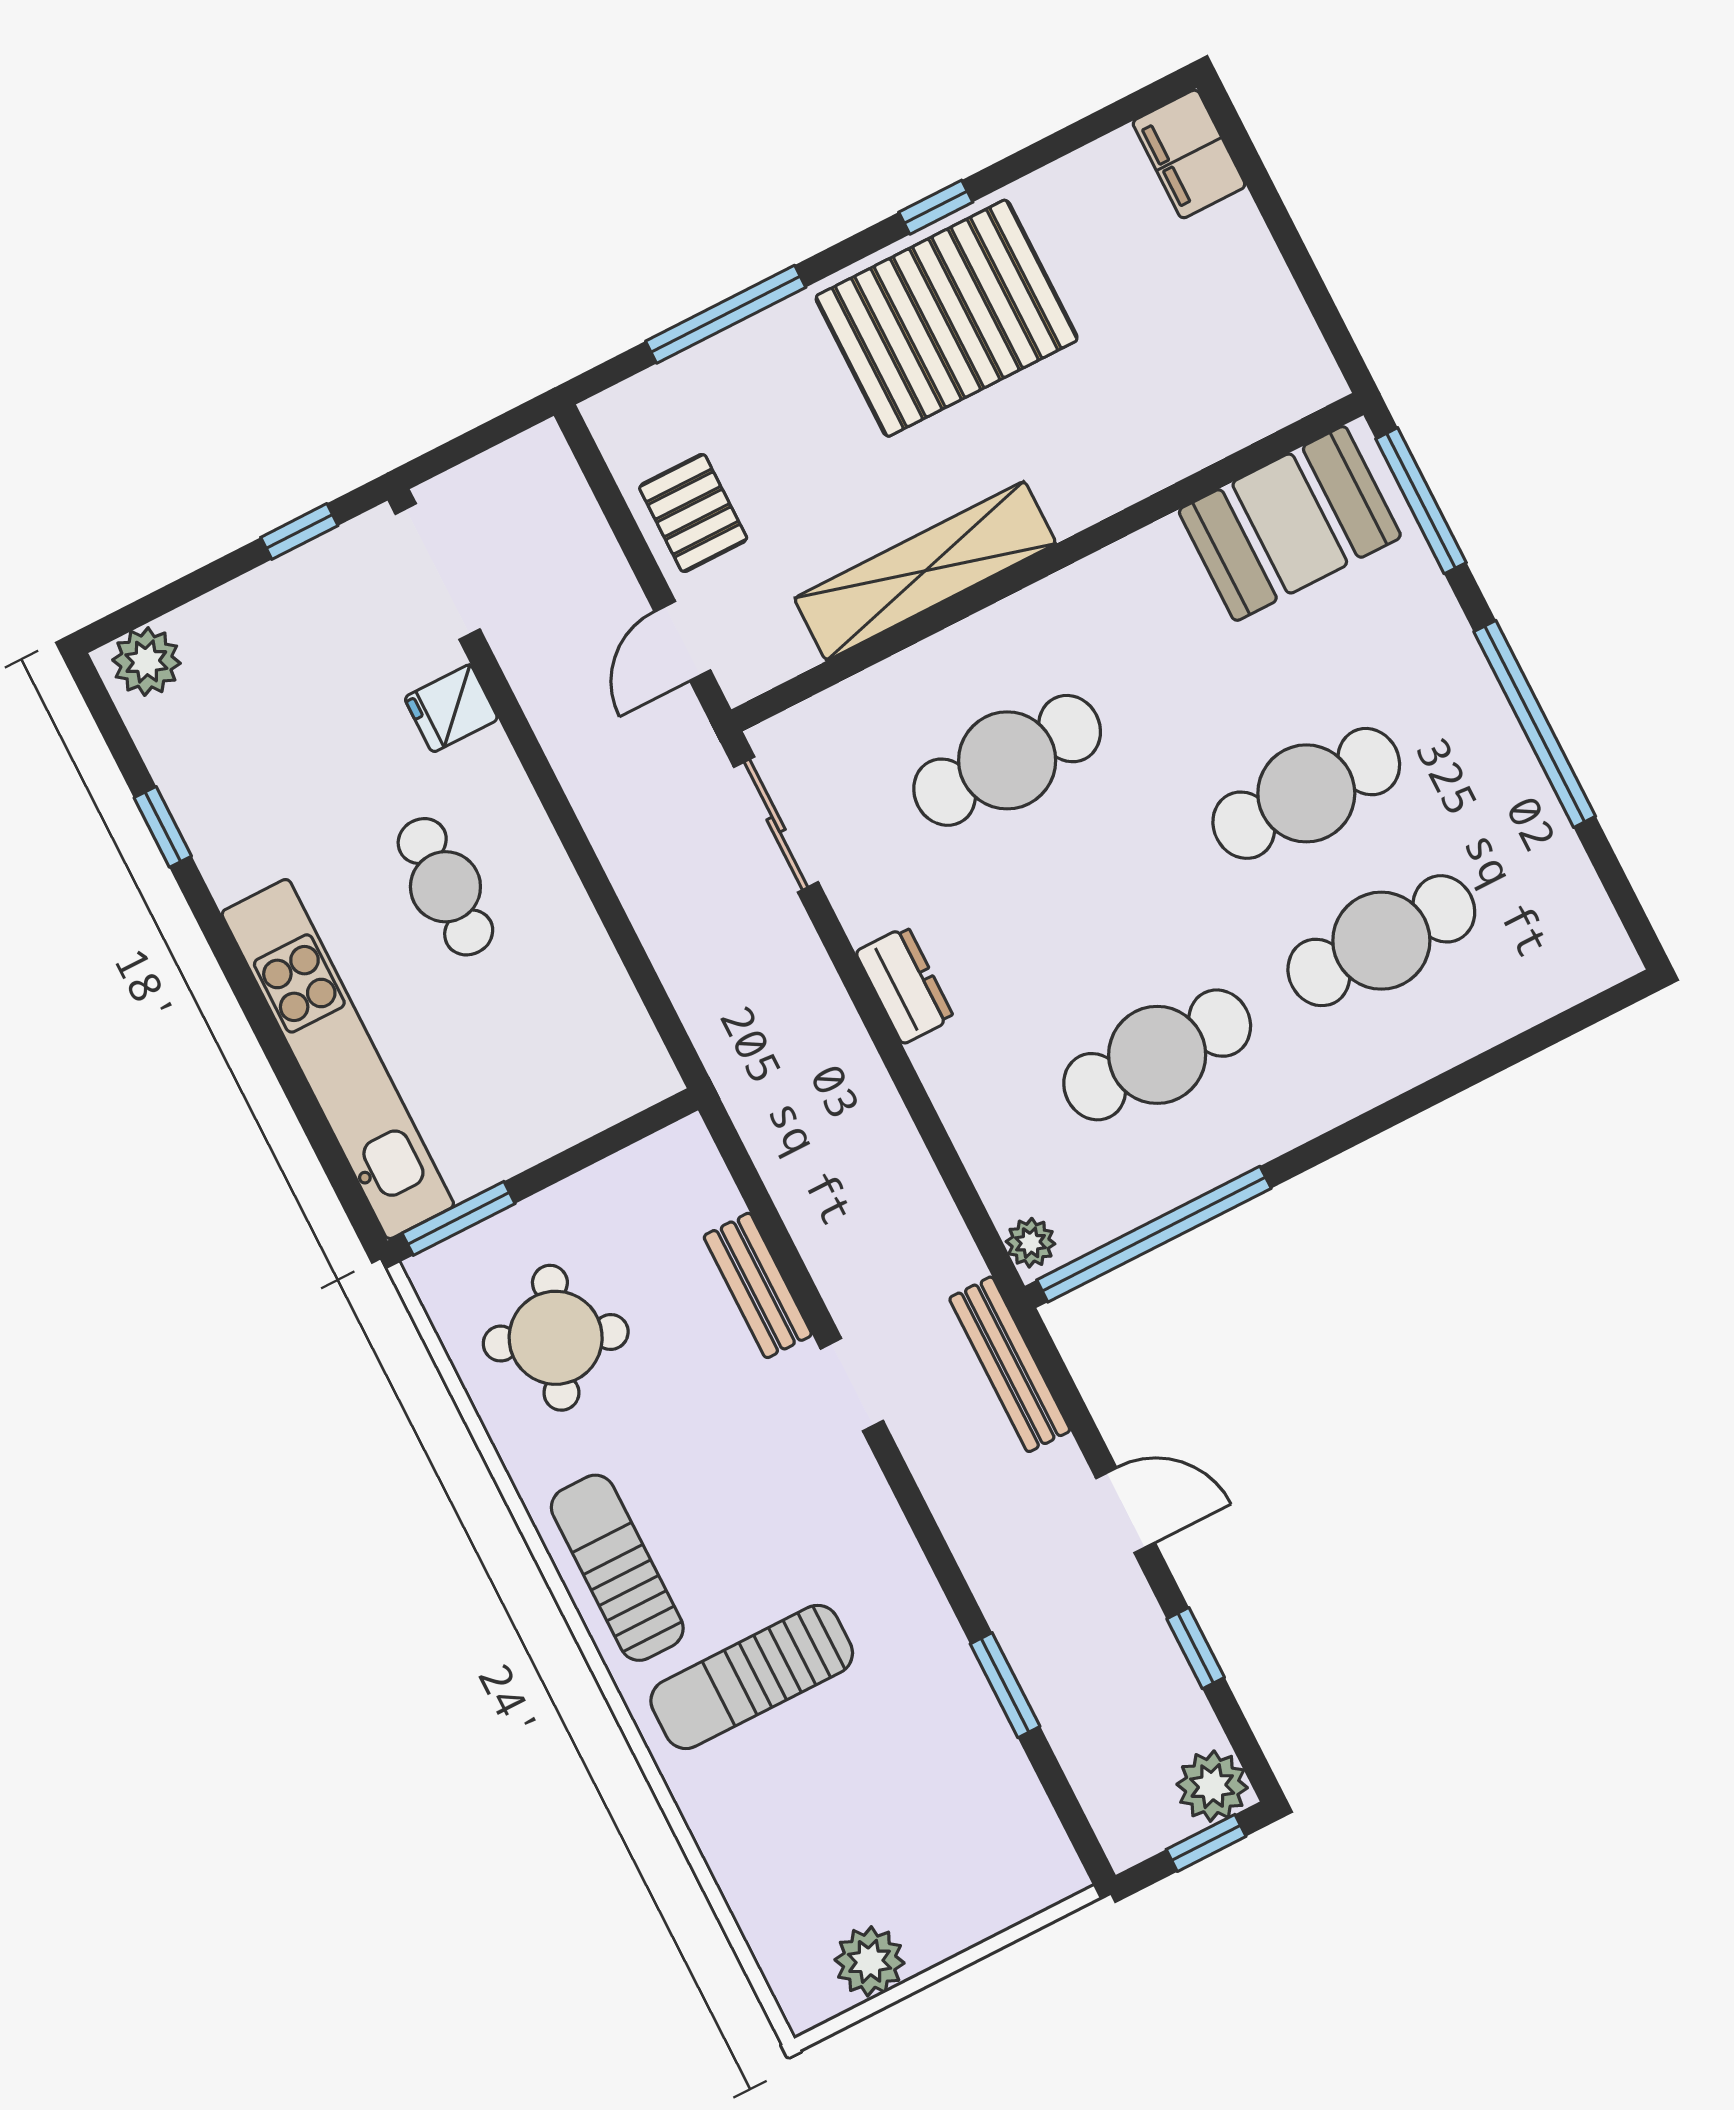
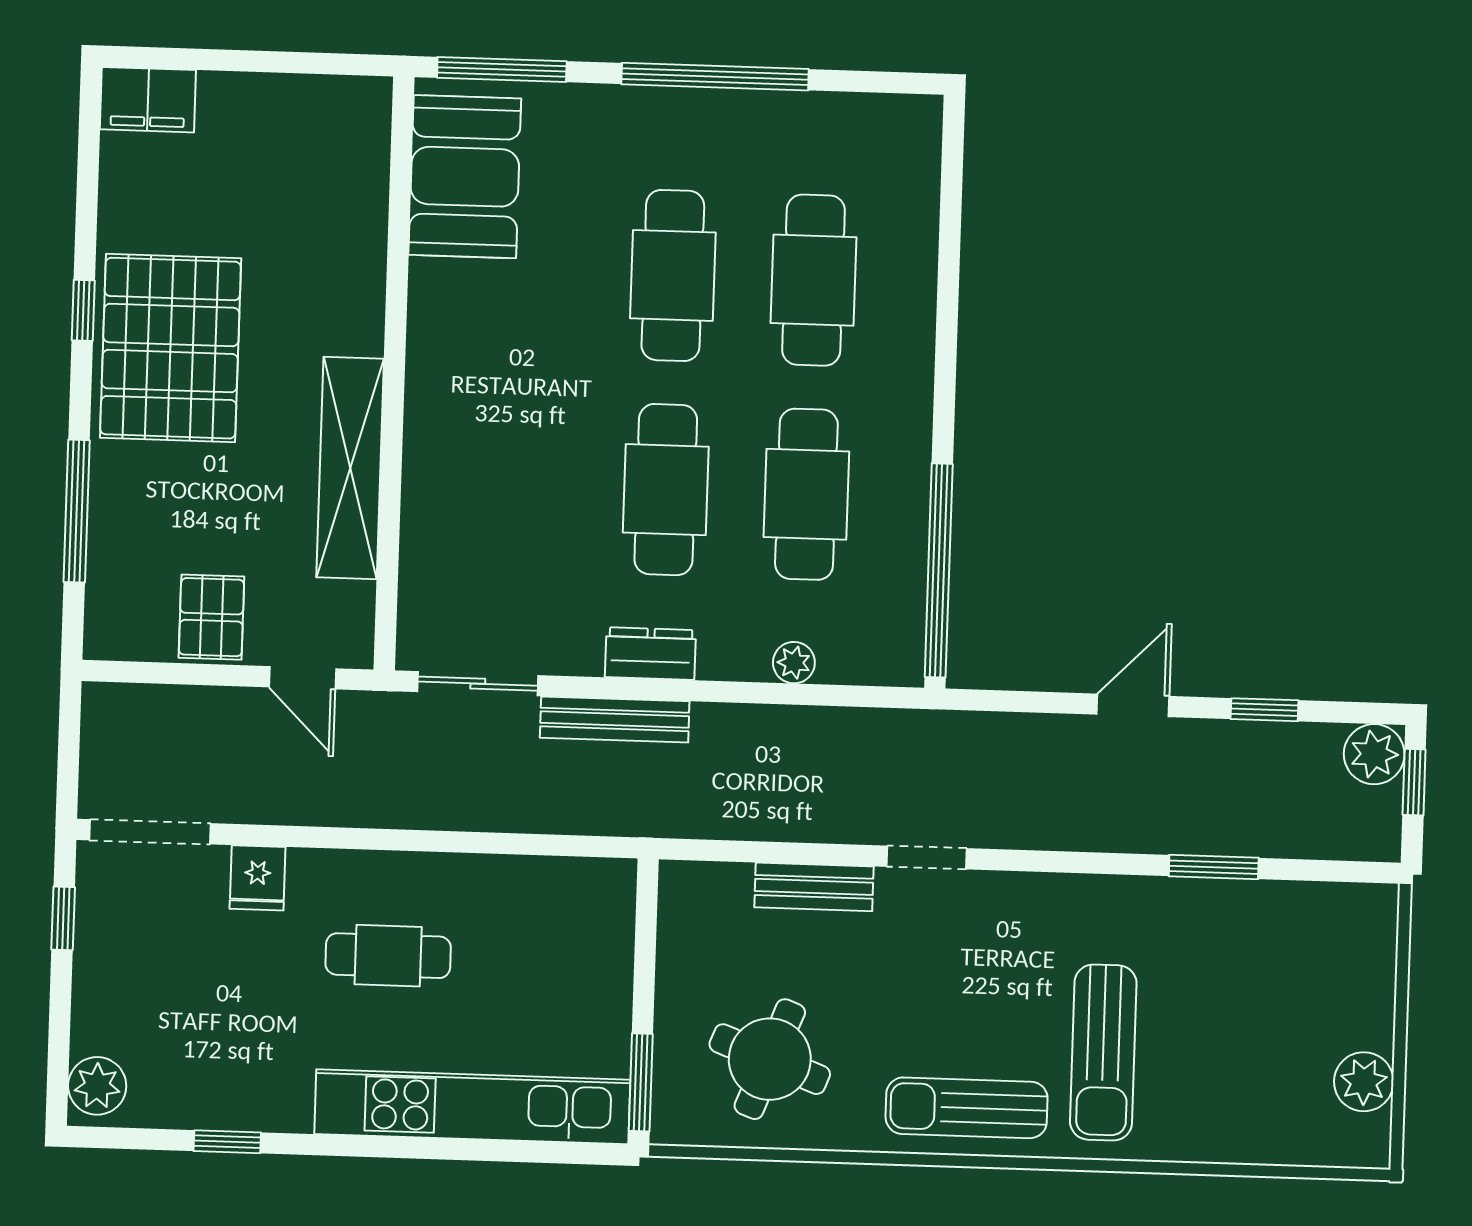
pallet: (693, 513) -> (211, 617), turned 90
cafe table: (1007, 760) -> (666, 490), moved
plant: (1031, 1243) -> (794, 663), moved
bench: (1010, 1364) -> (615, 719), moved

